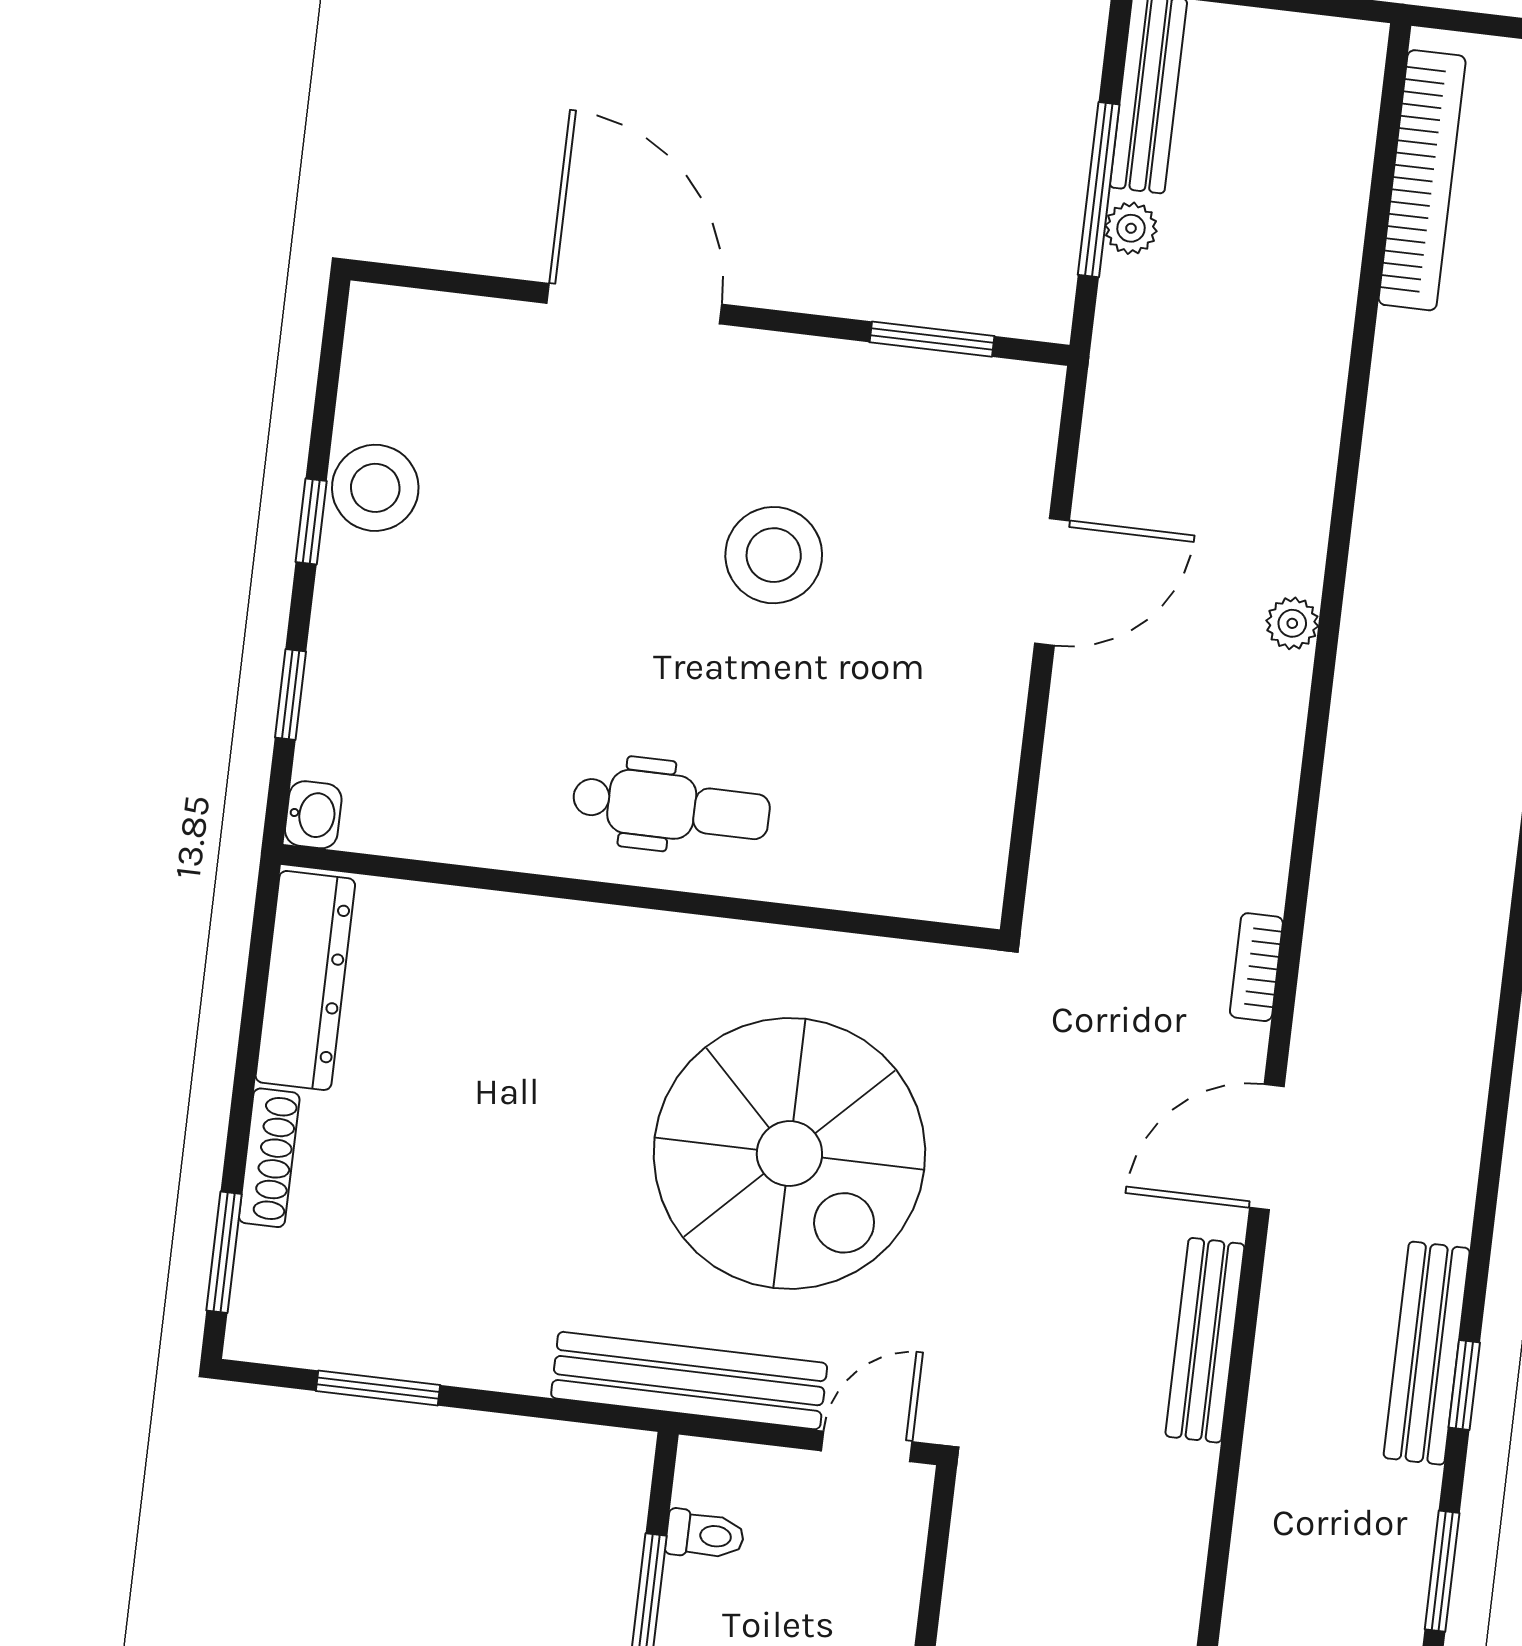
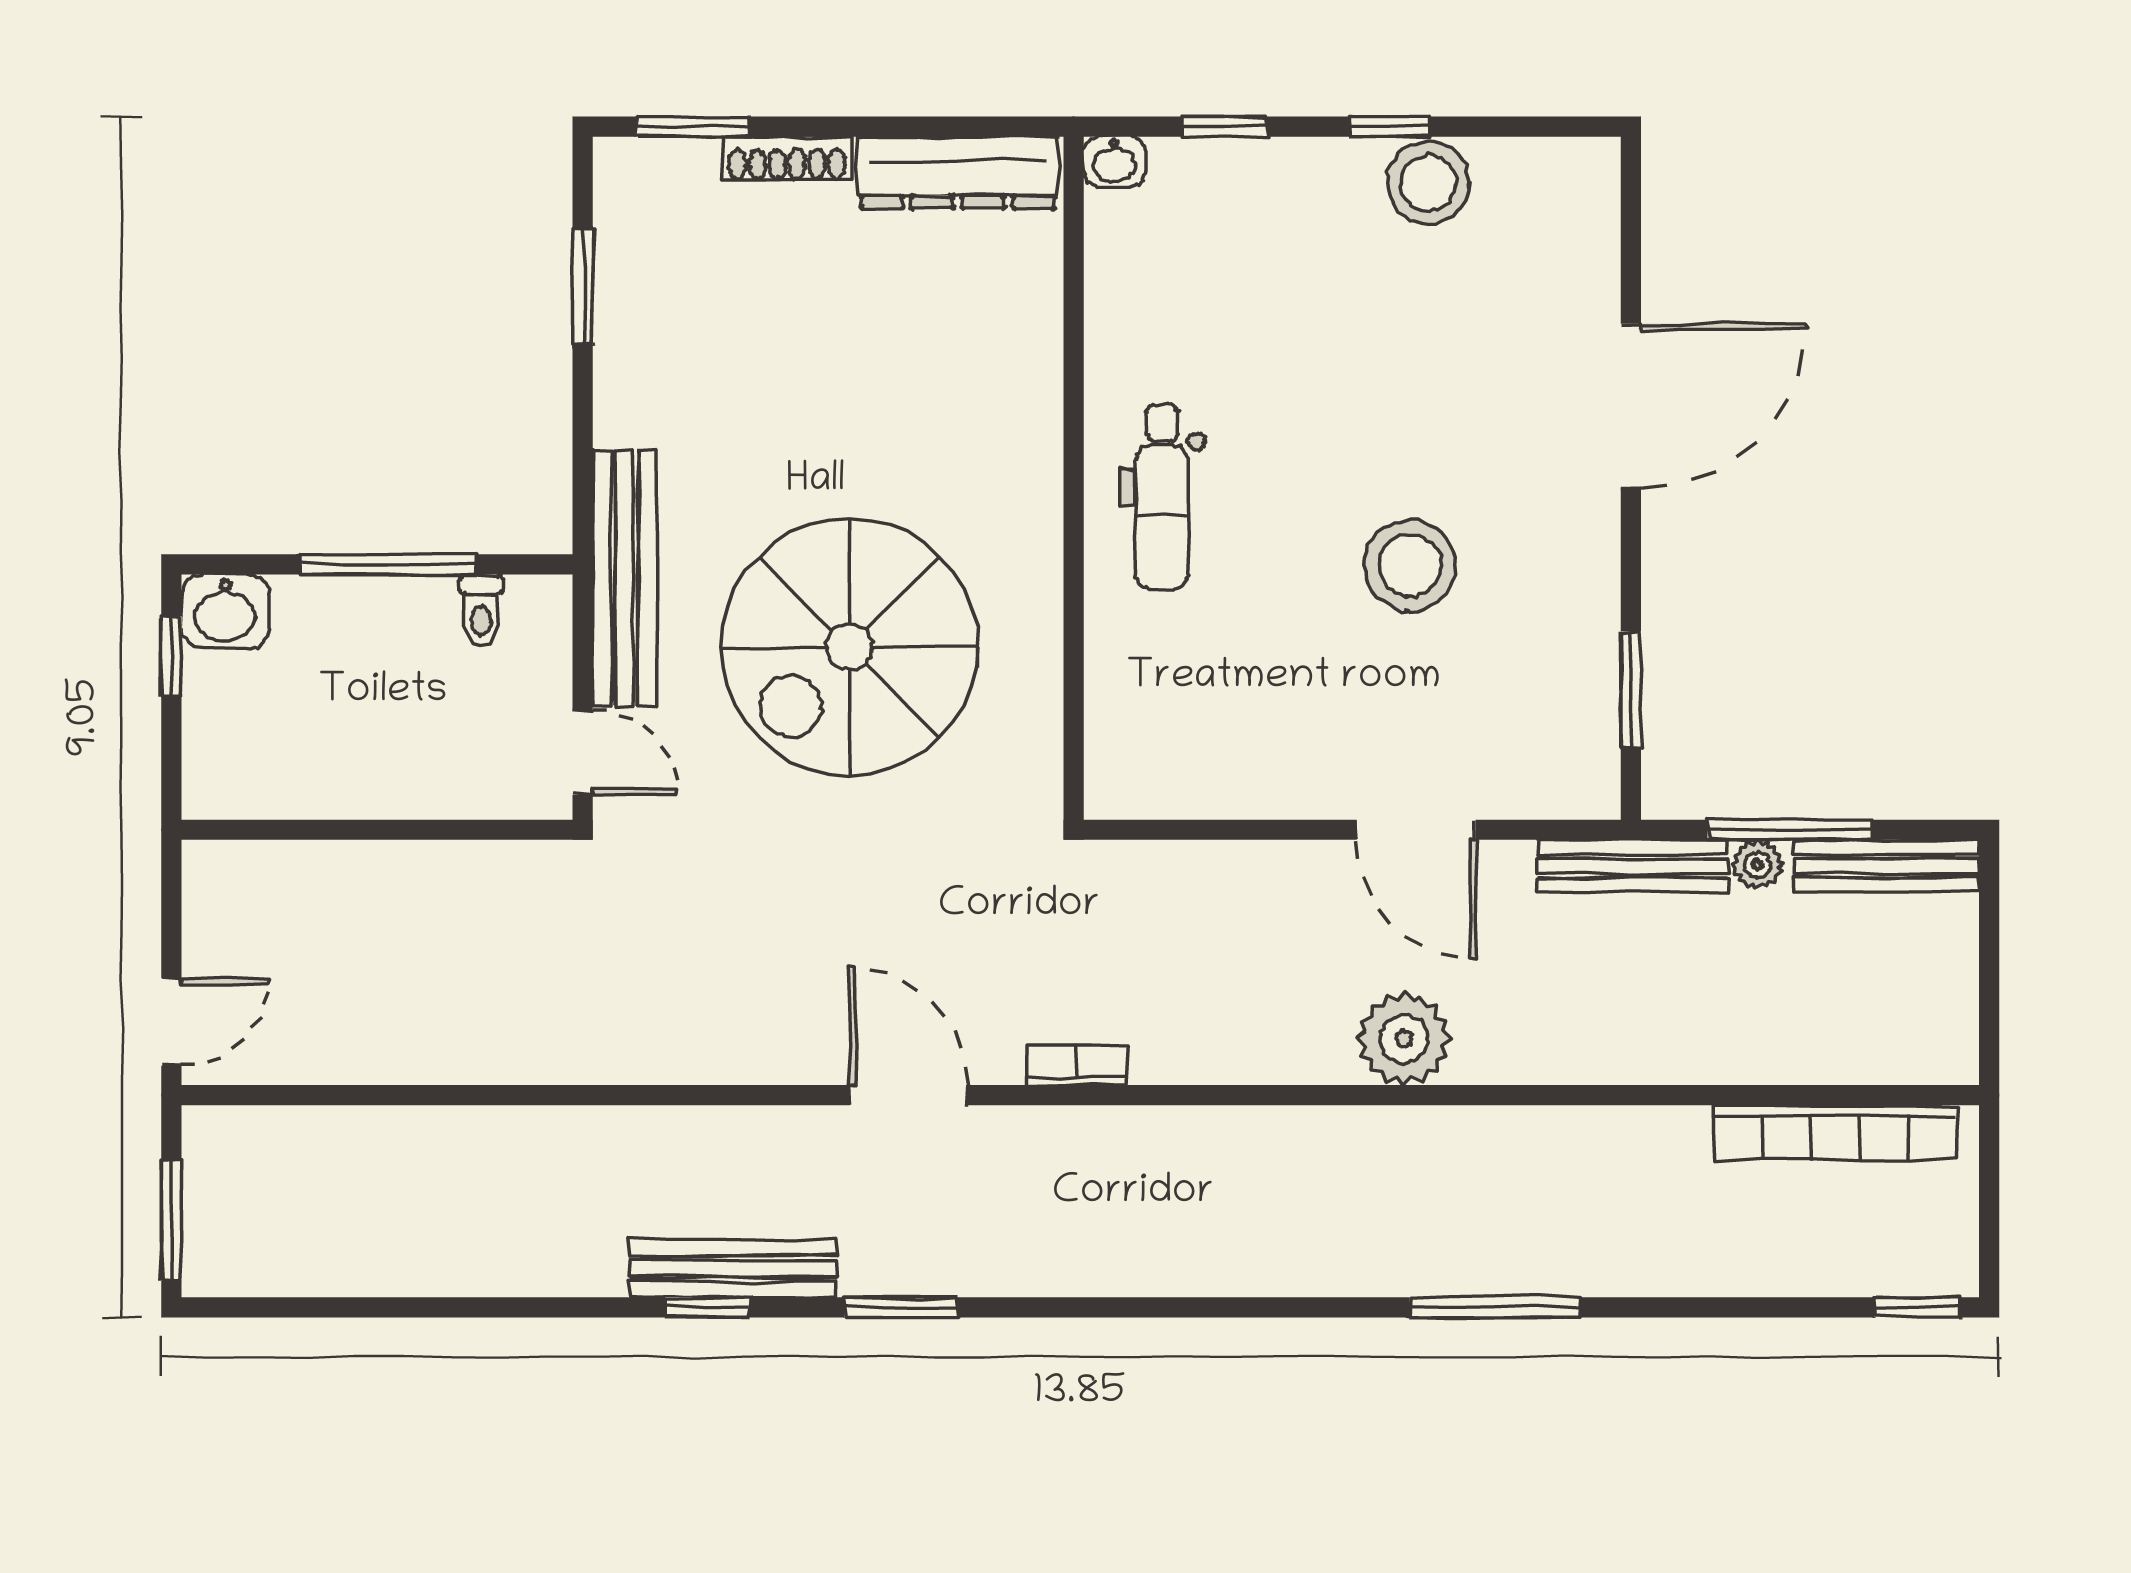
plant: (1292, 623) -> (1404, 1039), width x1.88, depth x1.88
bench: (1205, 1340) -> (1632, 866), moved
window: (1442, 1571) -> (901, 1307), moved

